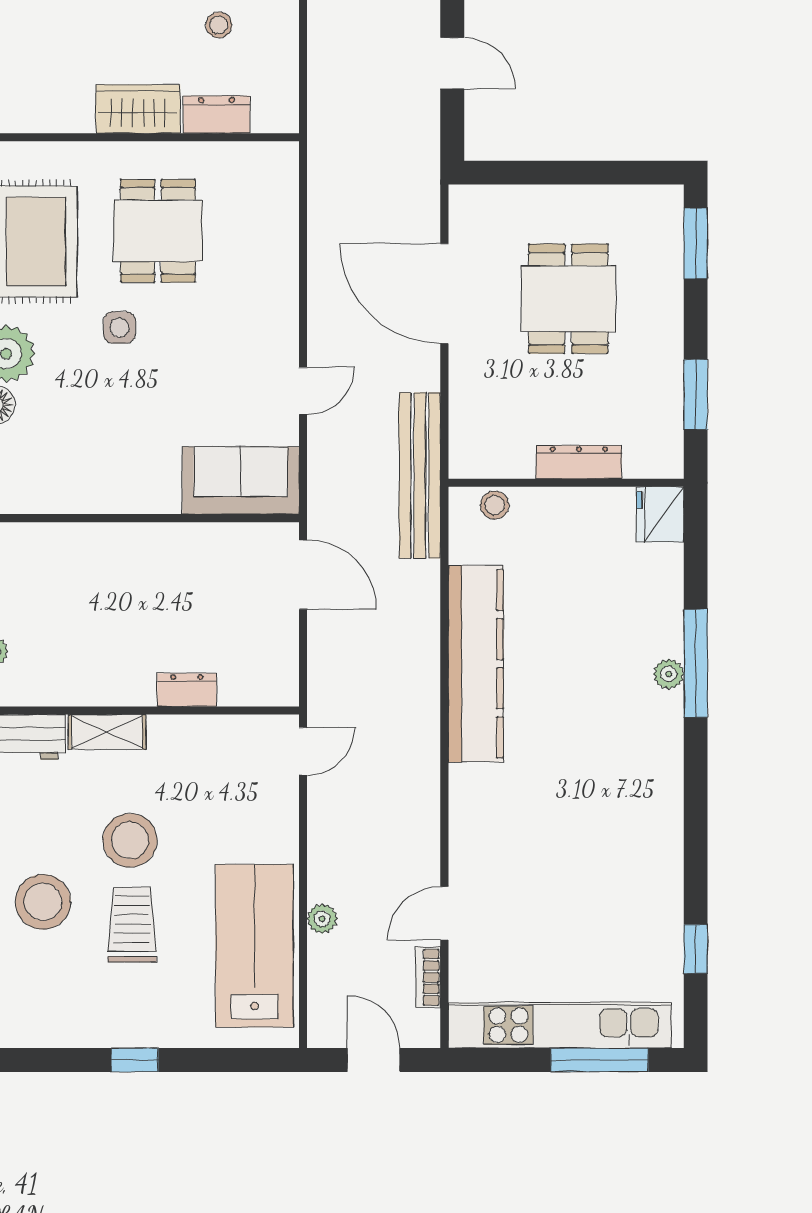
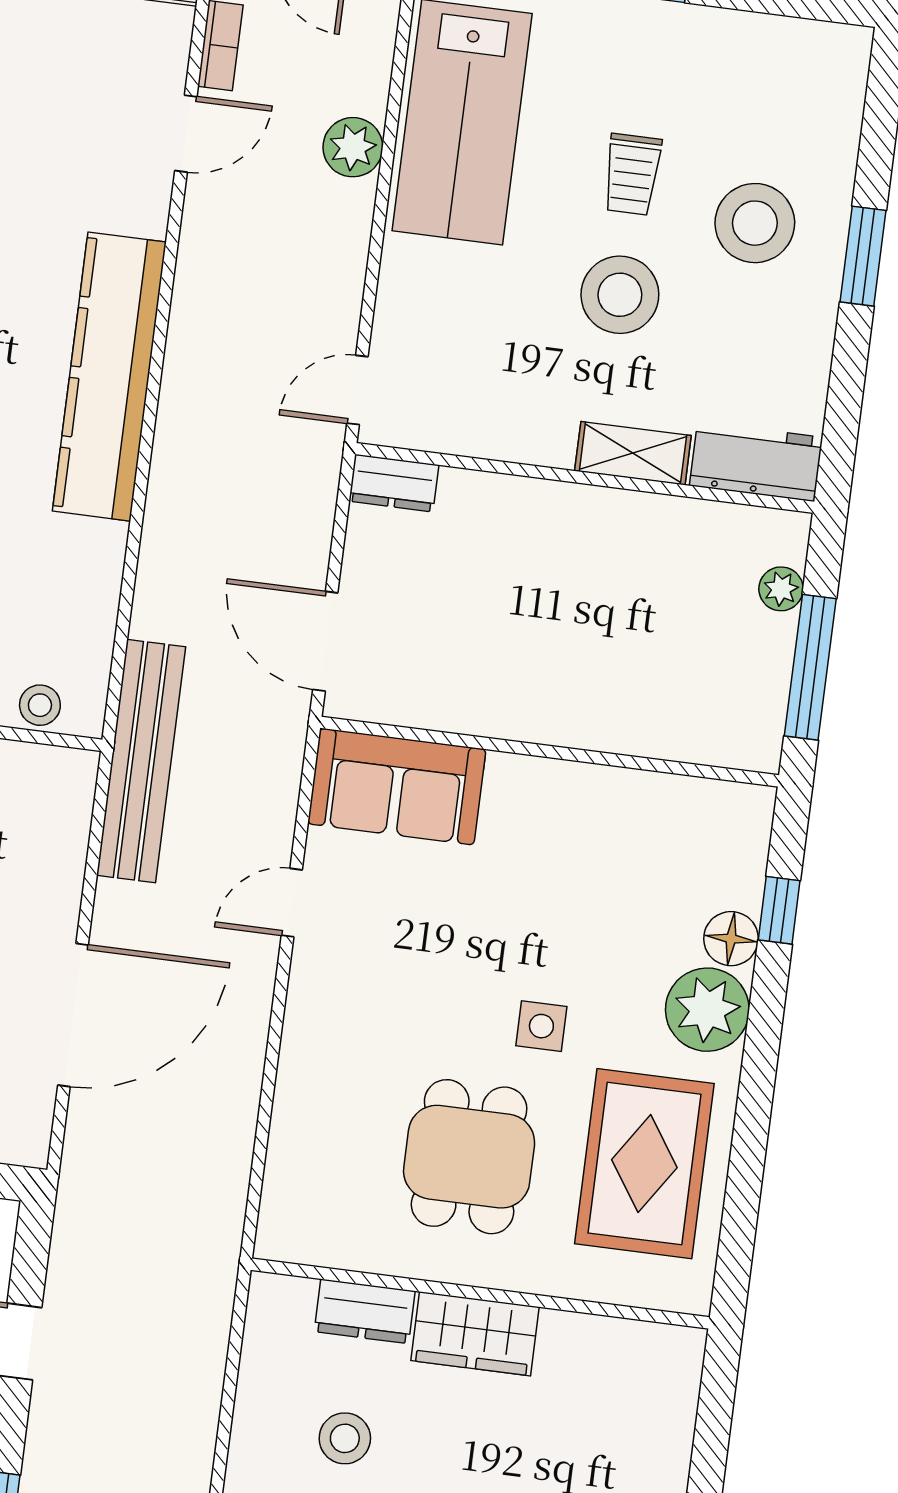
stool: (219, 25) -> (345, 1438), width x1.37, depth x1.37
door: (444, 294) -> (73, 1015), hinge flipped
kitchen counter: (476, 664) -> (109, 377), moved
dresser: (187, 690) -> (394, 483), moved
plant: (322, 919) -> (353, 147), width x1.38, depth x1.38
trolley: (132, 925) -> (632, 174), width x0.73, depth x0.72

